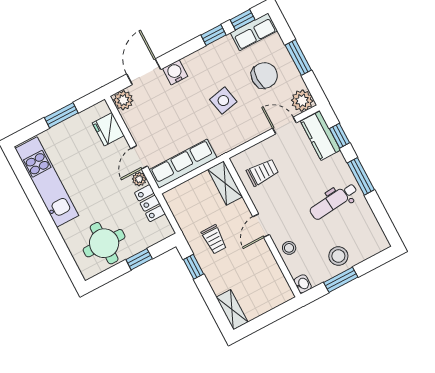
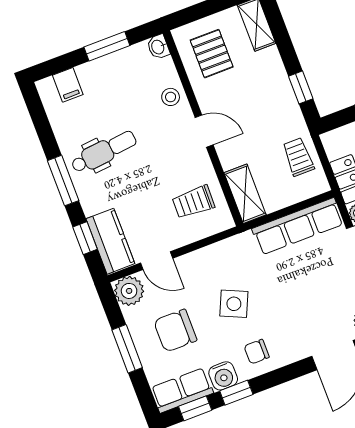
chair: (202, 67) -> (257, 352), added
water cooler: (175, 72) -> (223, 376), moved
side table: (223, 101) -> (234, 304), turned 36
door: (261, 226) -> (204, 131), hinge flipped
trolley: (214, 239) -> (298, 157), moved
filing cabinet: (366, 248) -> (68, 85), added
stool: (338, 256) -> (106, 78), removed
pallet: (263, 284) -> (212, 54), added

